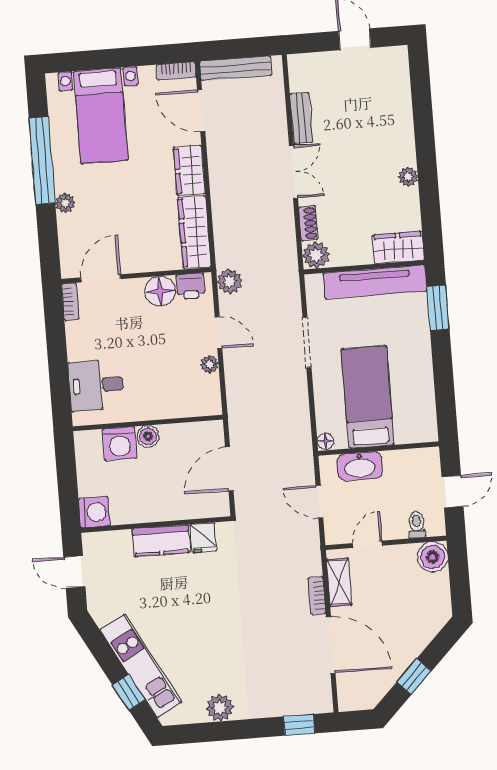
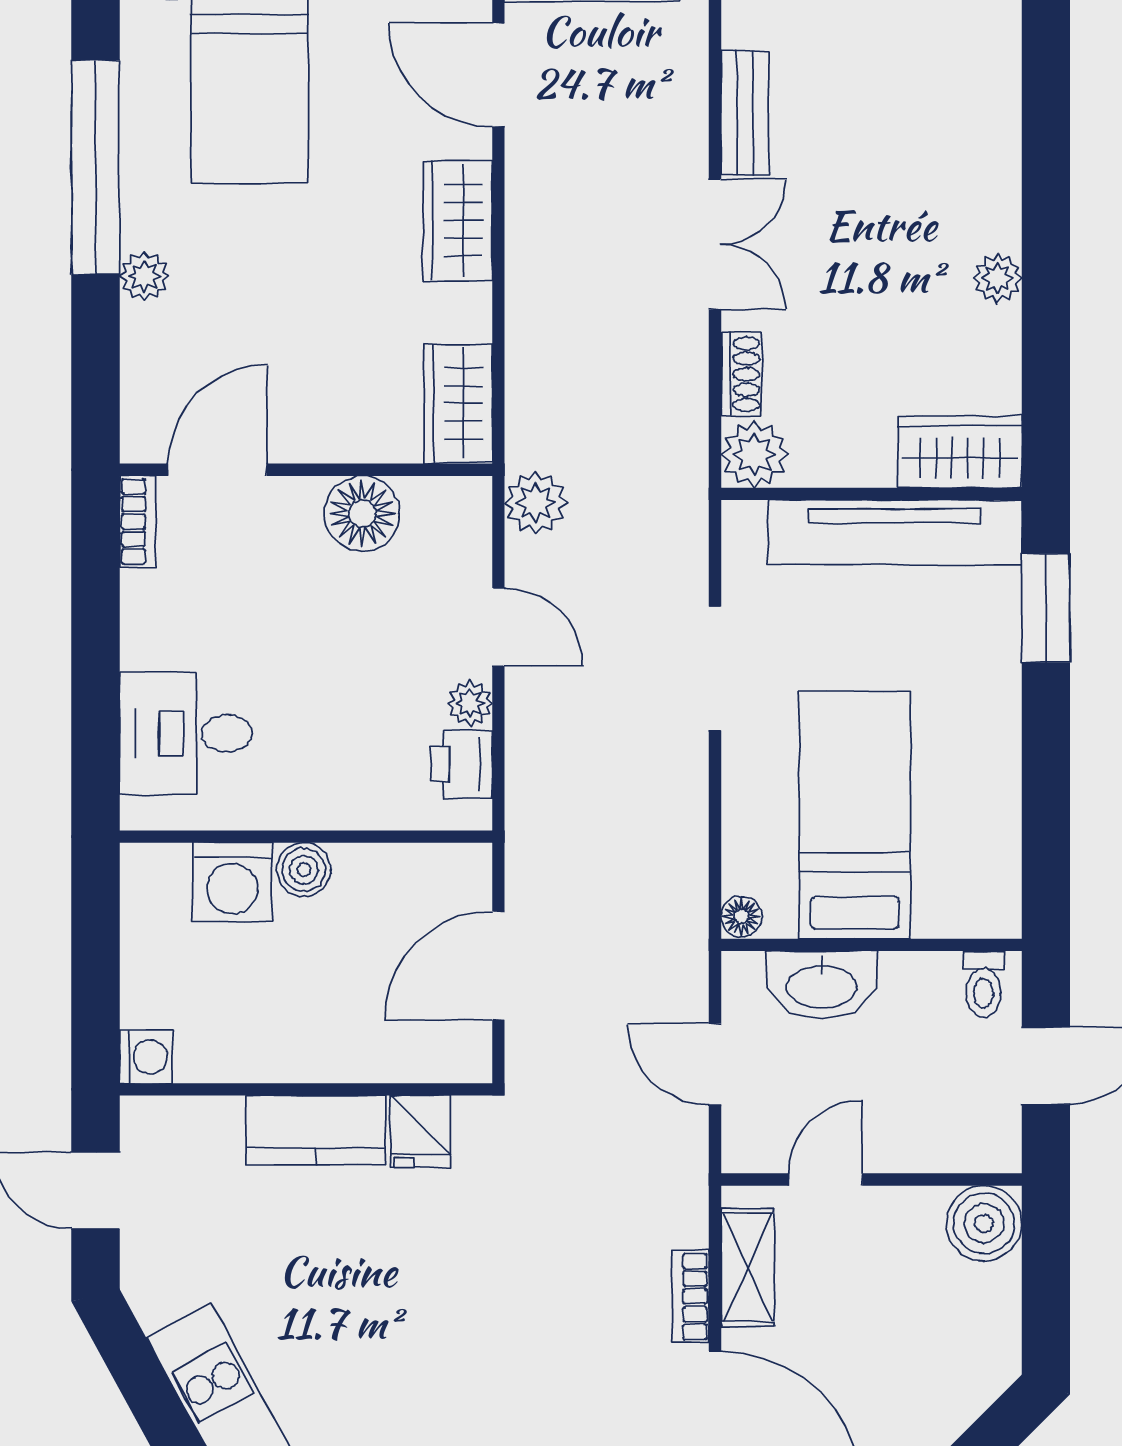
wardrobe: (194, 232) -> (458, 403), width x0.67
printer: (191, 286) -> (462, 764), moved, turned 90
washing machine: (94, 512) -> (146, 1057), width x0.73, depth x0.73
toilet: (417, 525) -> (984, 984), moved, turned 180

